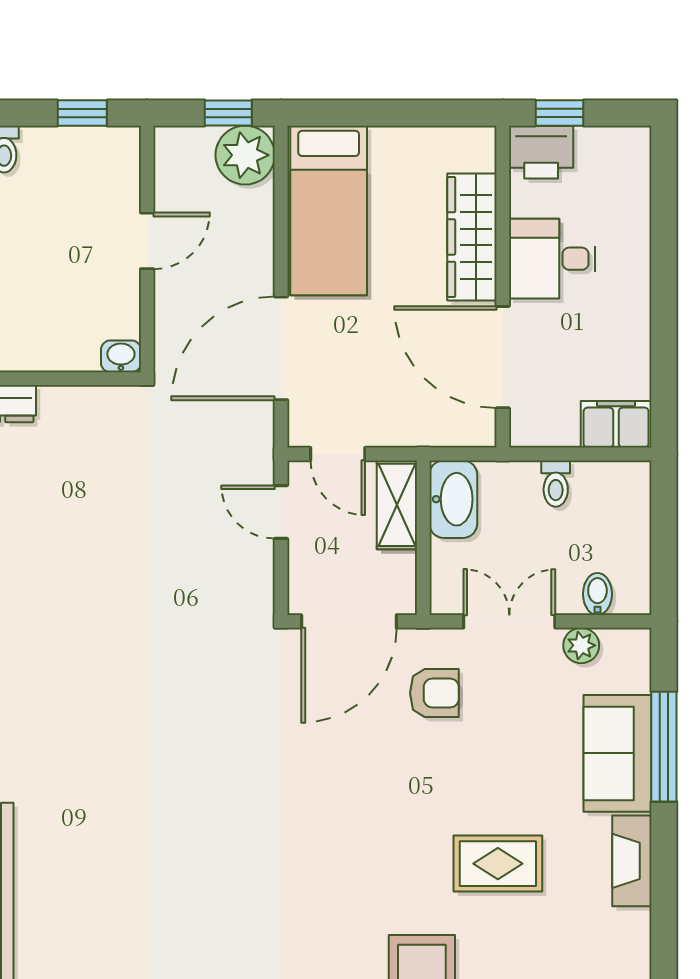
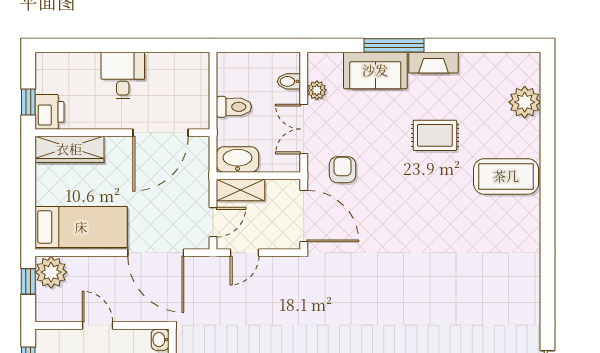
wardrobe: (472, 237) -> (69, 149), moved
desk: (552, 259) -> (123, 76), moved, turned 180
filing cabinet: (616, 424) -> (197, 71), removed
toilet: (556, 484) -> (234, 107), width x1.37, depth x1.39
window: (664, 747) -> (394, 45), moved
rug: (498, 864) -> (435, 135), turned 90

